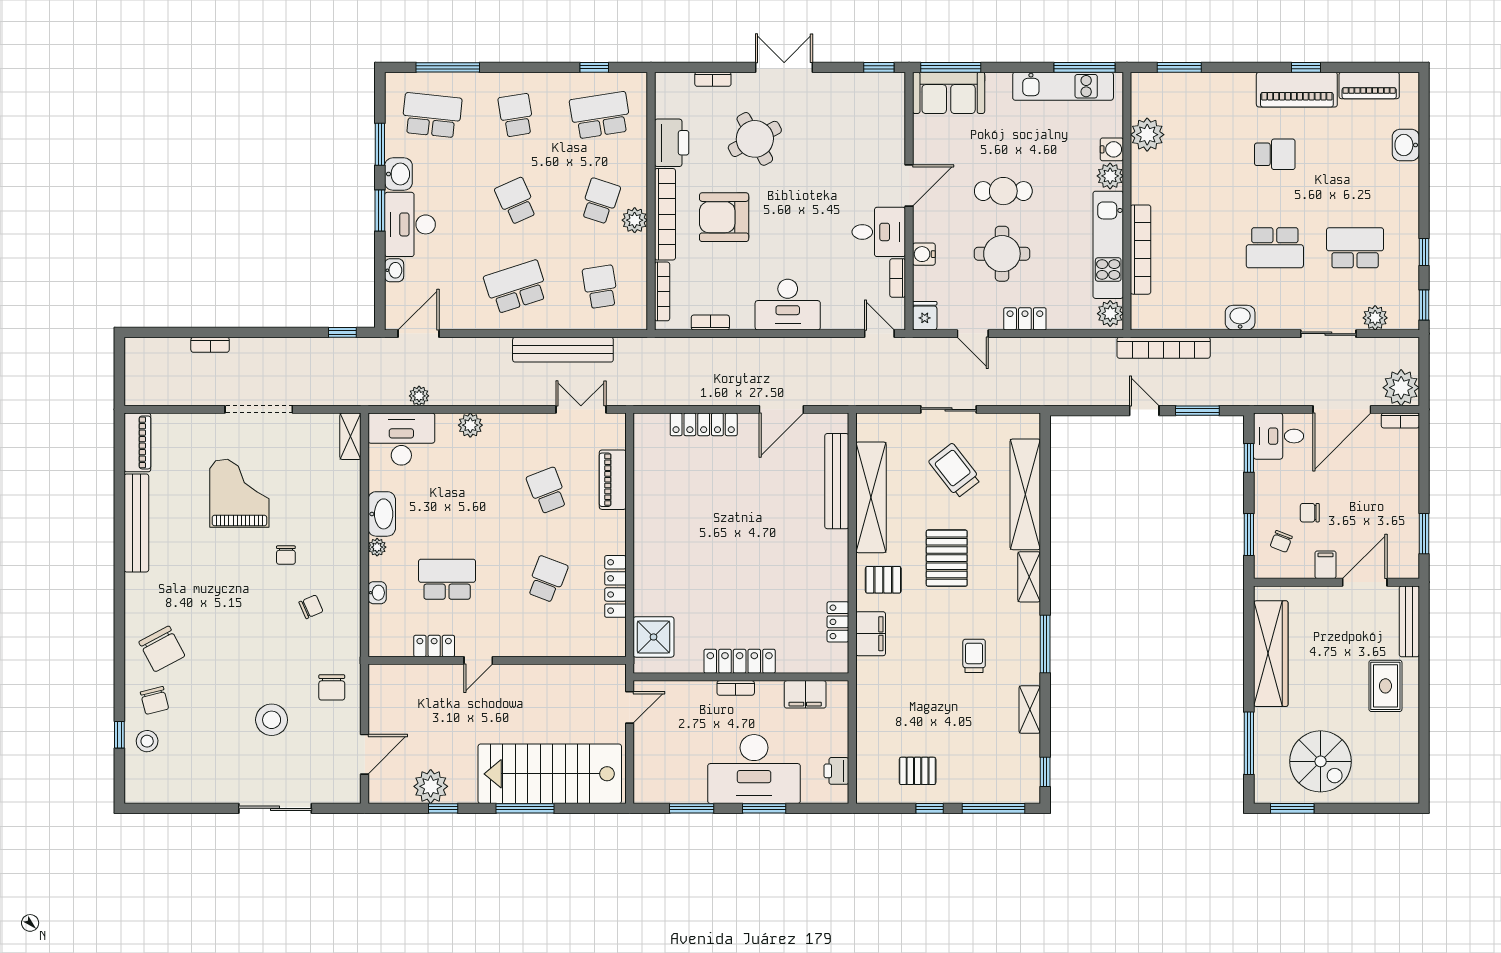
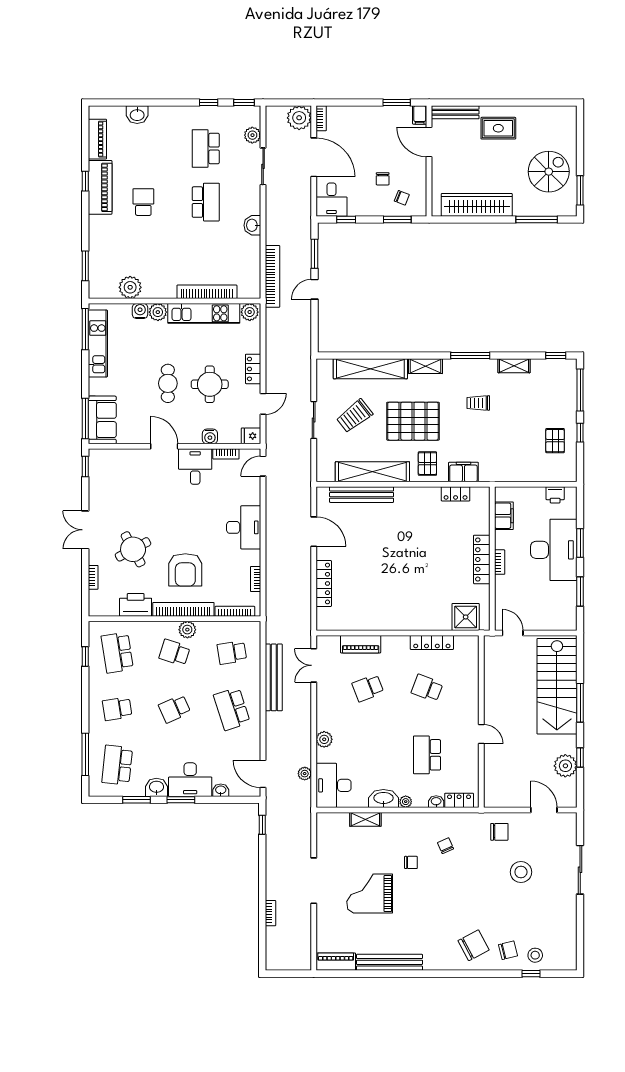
shelving: (350, 436) -> (365, 819), moved
pallet: (947, 558) -> (413, 421), width x1.37, depth x1.41
filing cabinet: (1325, 565) -> (420, 115), moved, turned -90
locker: (434, 646) -> (459, 800), moved, turned 90

